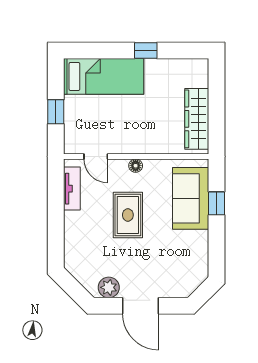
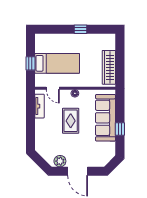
bed: (104, 76) -> (57, 63), moved
sofa: (191, 198) -> (106, 118), width x1.36
window: (216, 203) -> (120, 129), moved

